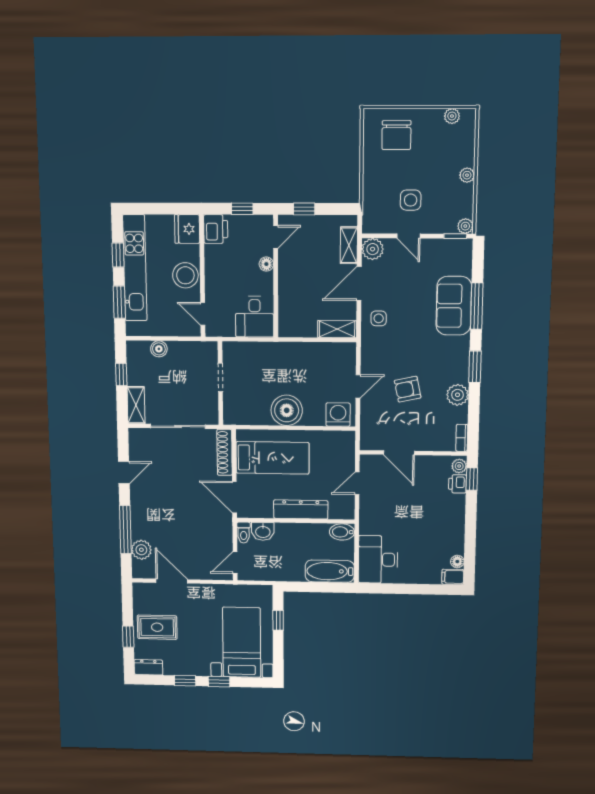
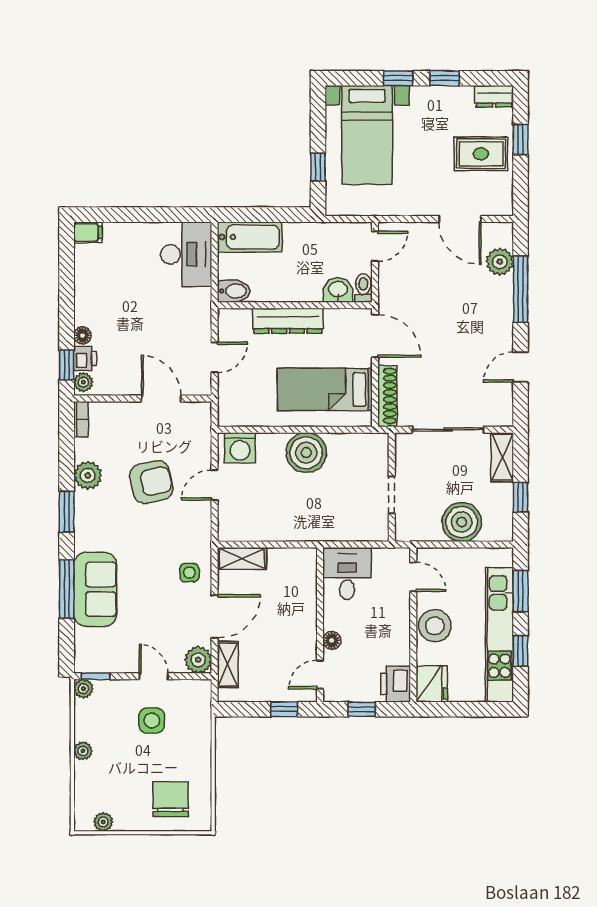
boiler: (159, 349) -> (462, 522), width x1.86, depth x1.86
armchair: (408, 389) -> (151, 482), width x1.38, depth x1.38
floor lamp: (457, 562) -> (82, 335), moved

